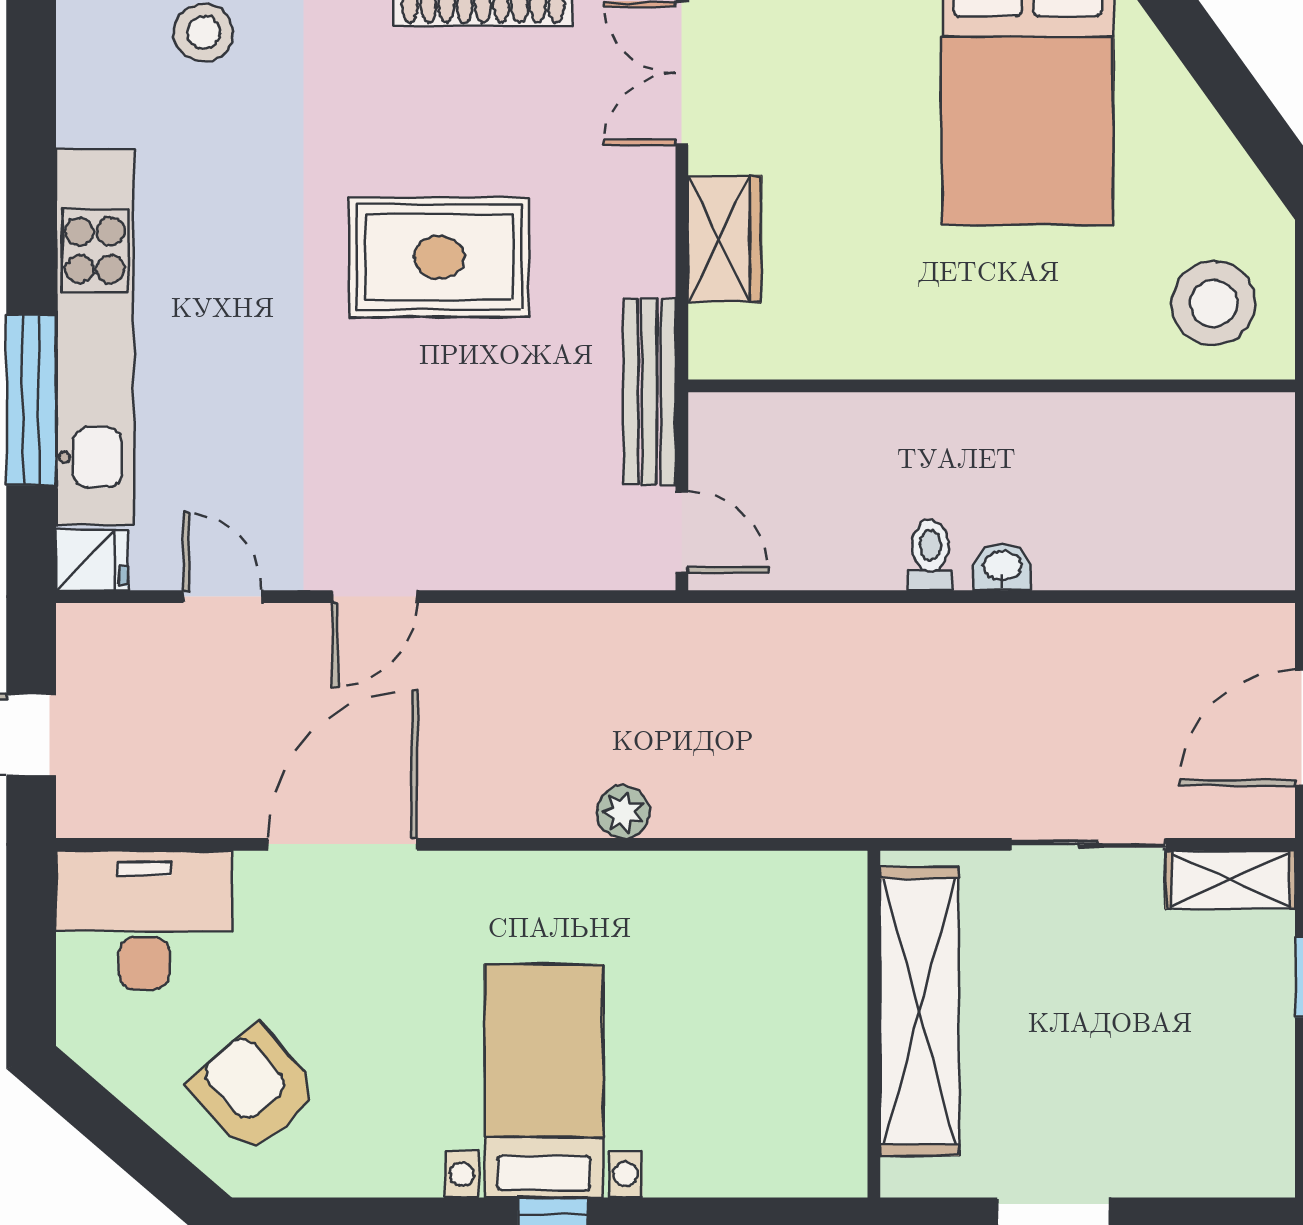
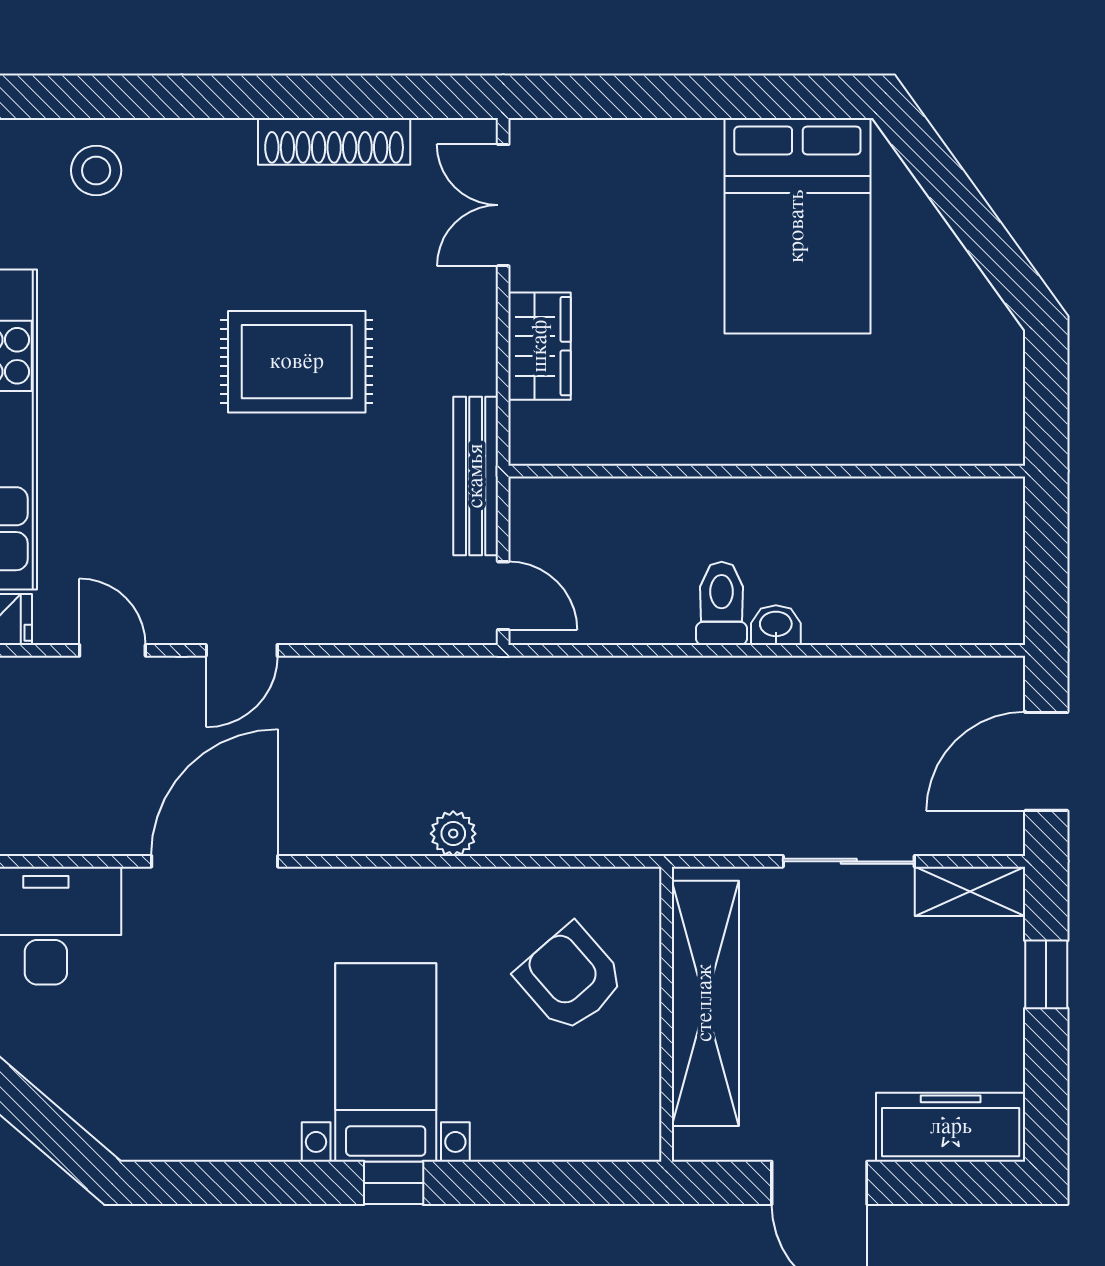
stool: (1214, 303) -> (956, 401), removed
toilet: (930, 555) -> (722, 603), width x1.37, depth x1.39
armchair: (254, 1089) -> (570, 978), moved
freezer: (1208, 1157) -> (951, 1127), added

